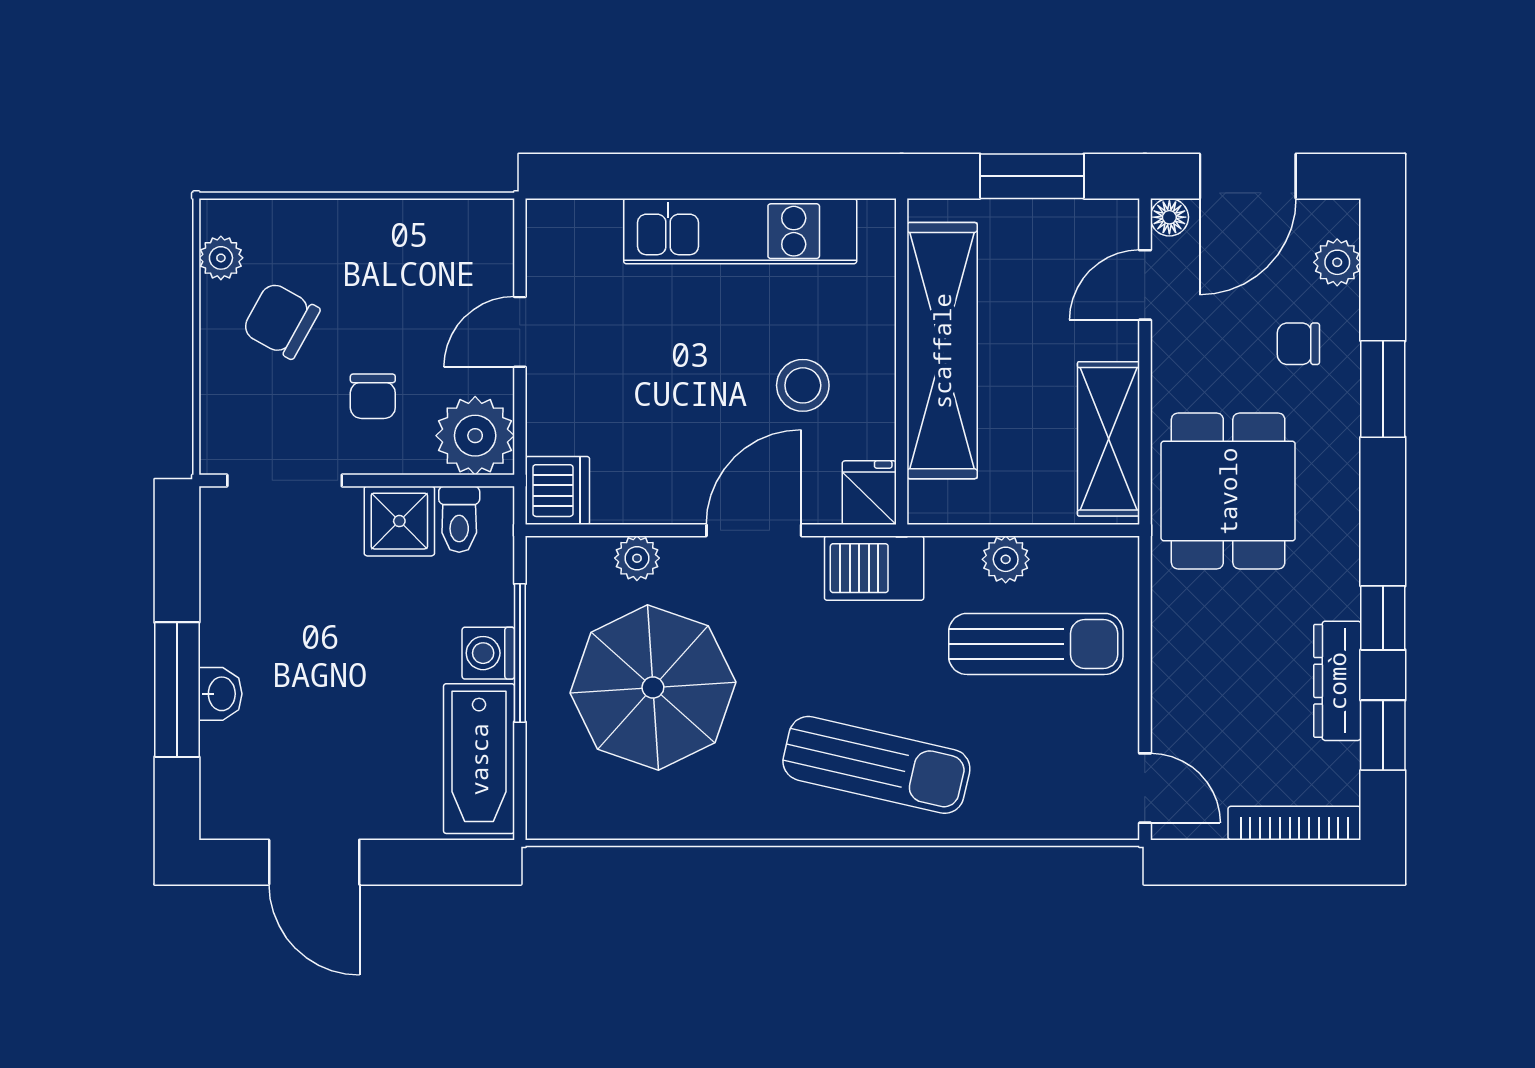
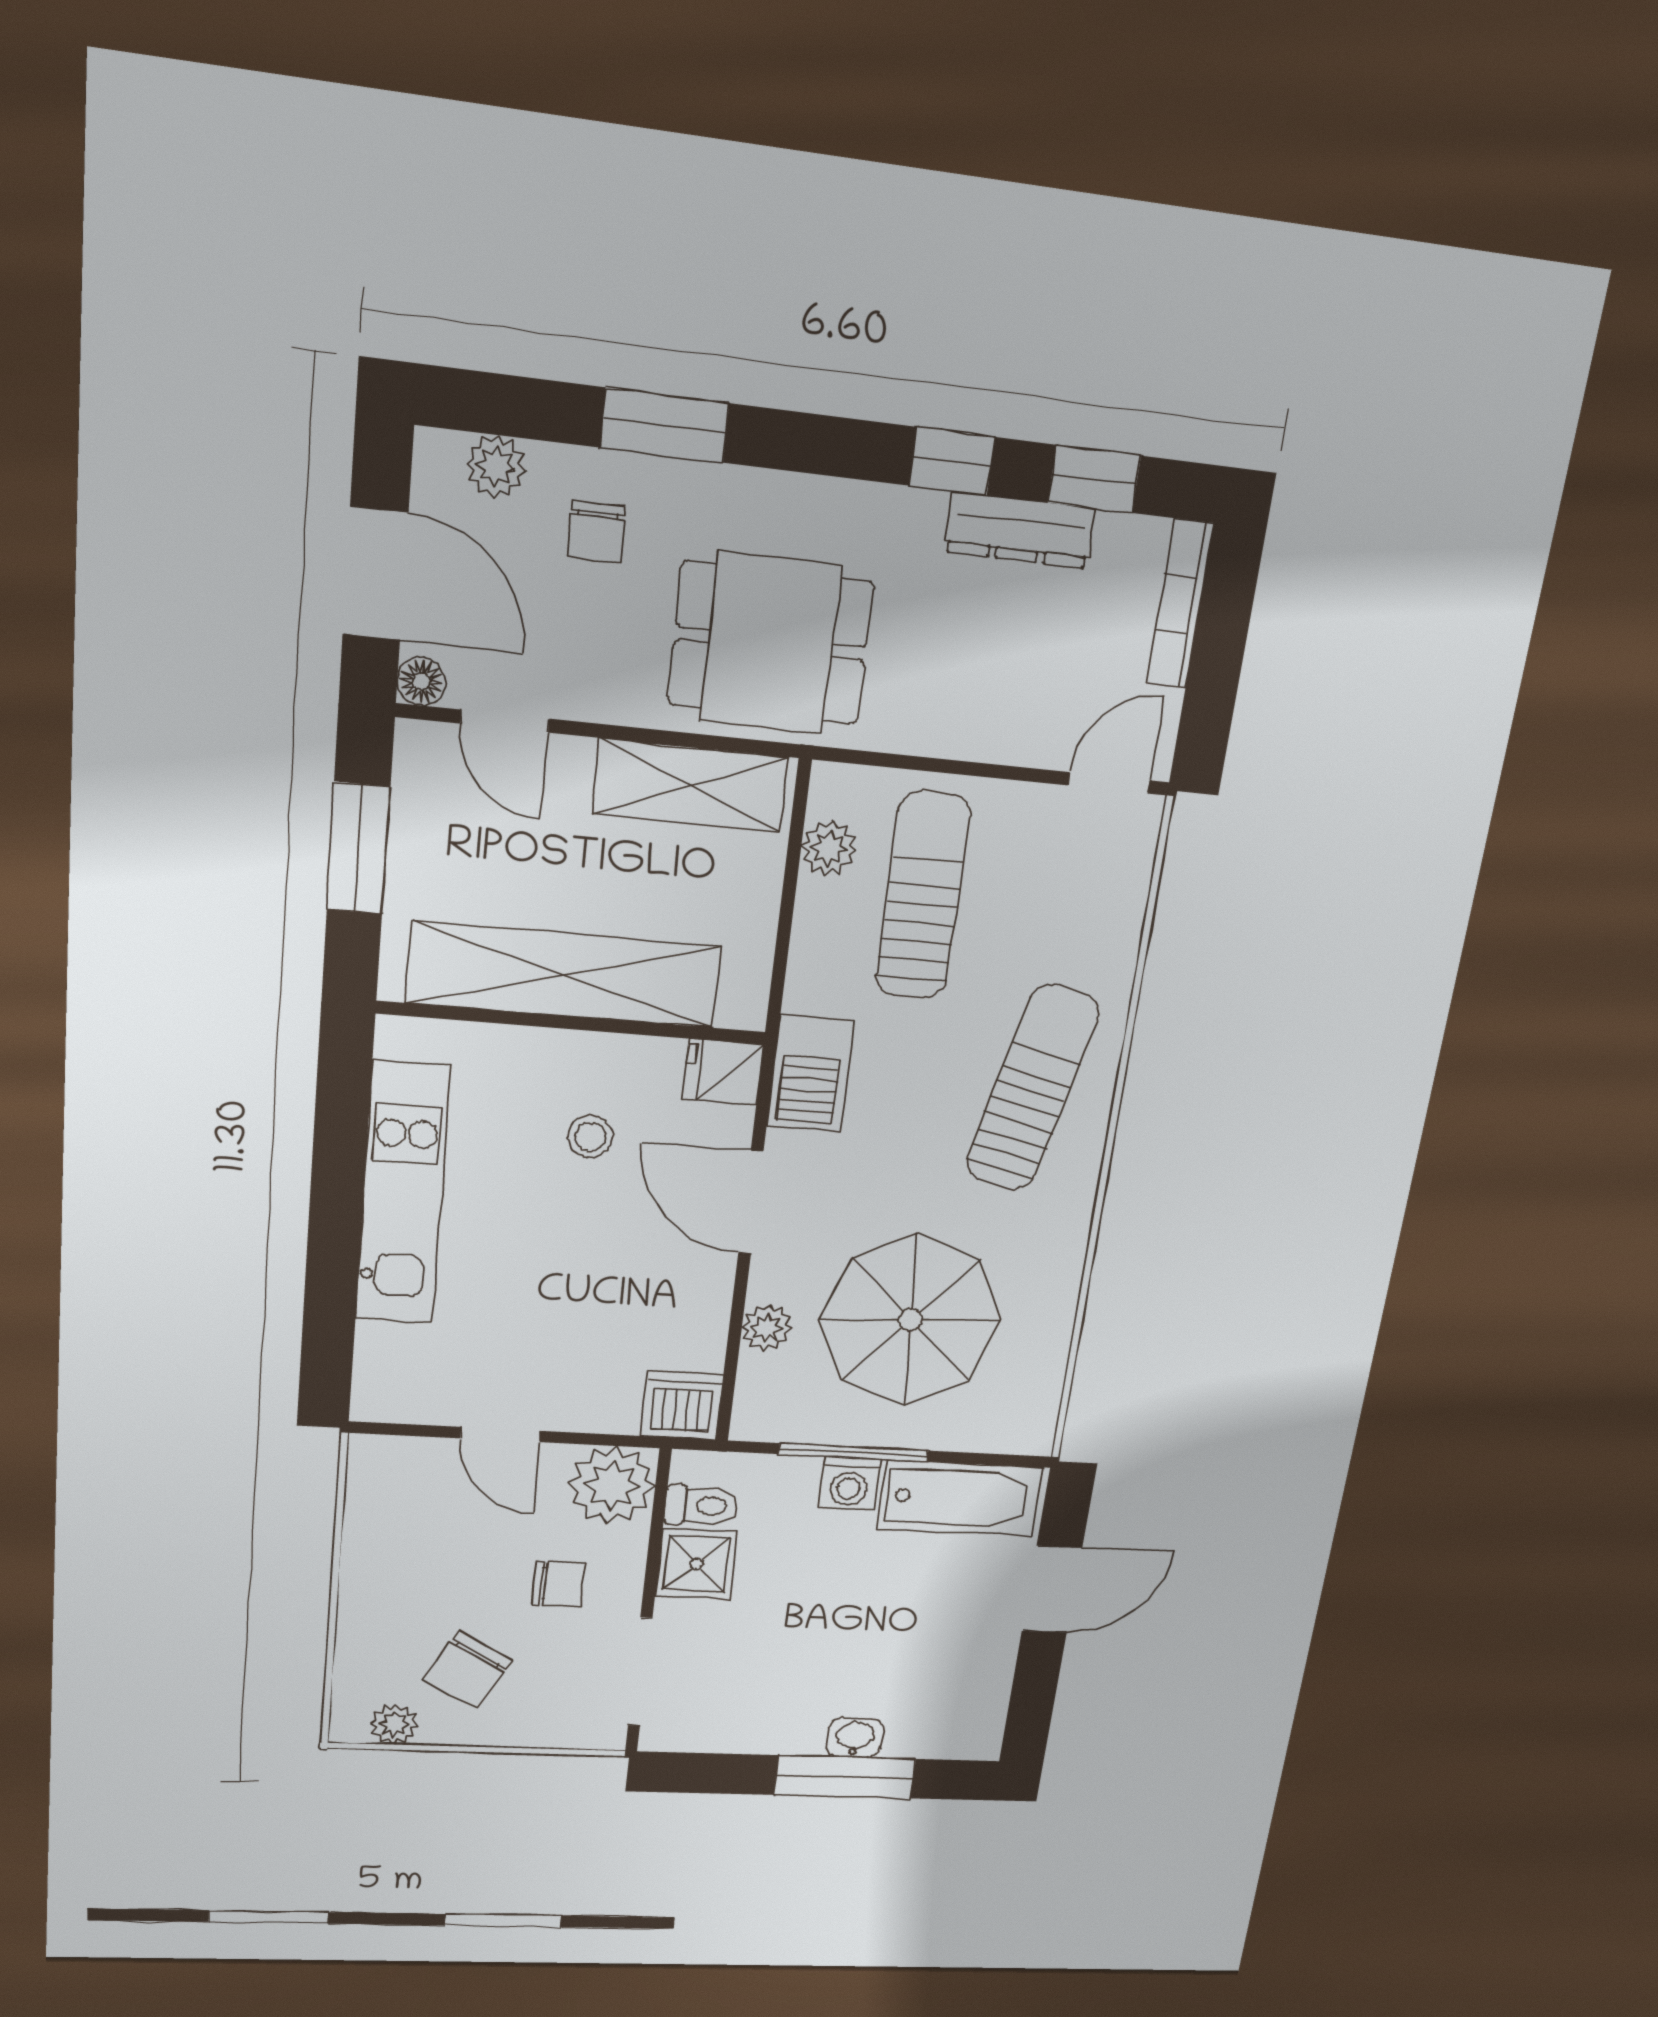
stool: (803, 385) -> (590, 1137), width x0.73, depth x0.73
plant: (1006, 559) -> (829, 848), moved
door: (314, 862) -> (1052, 1589), moved

